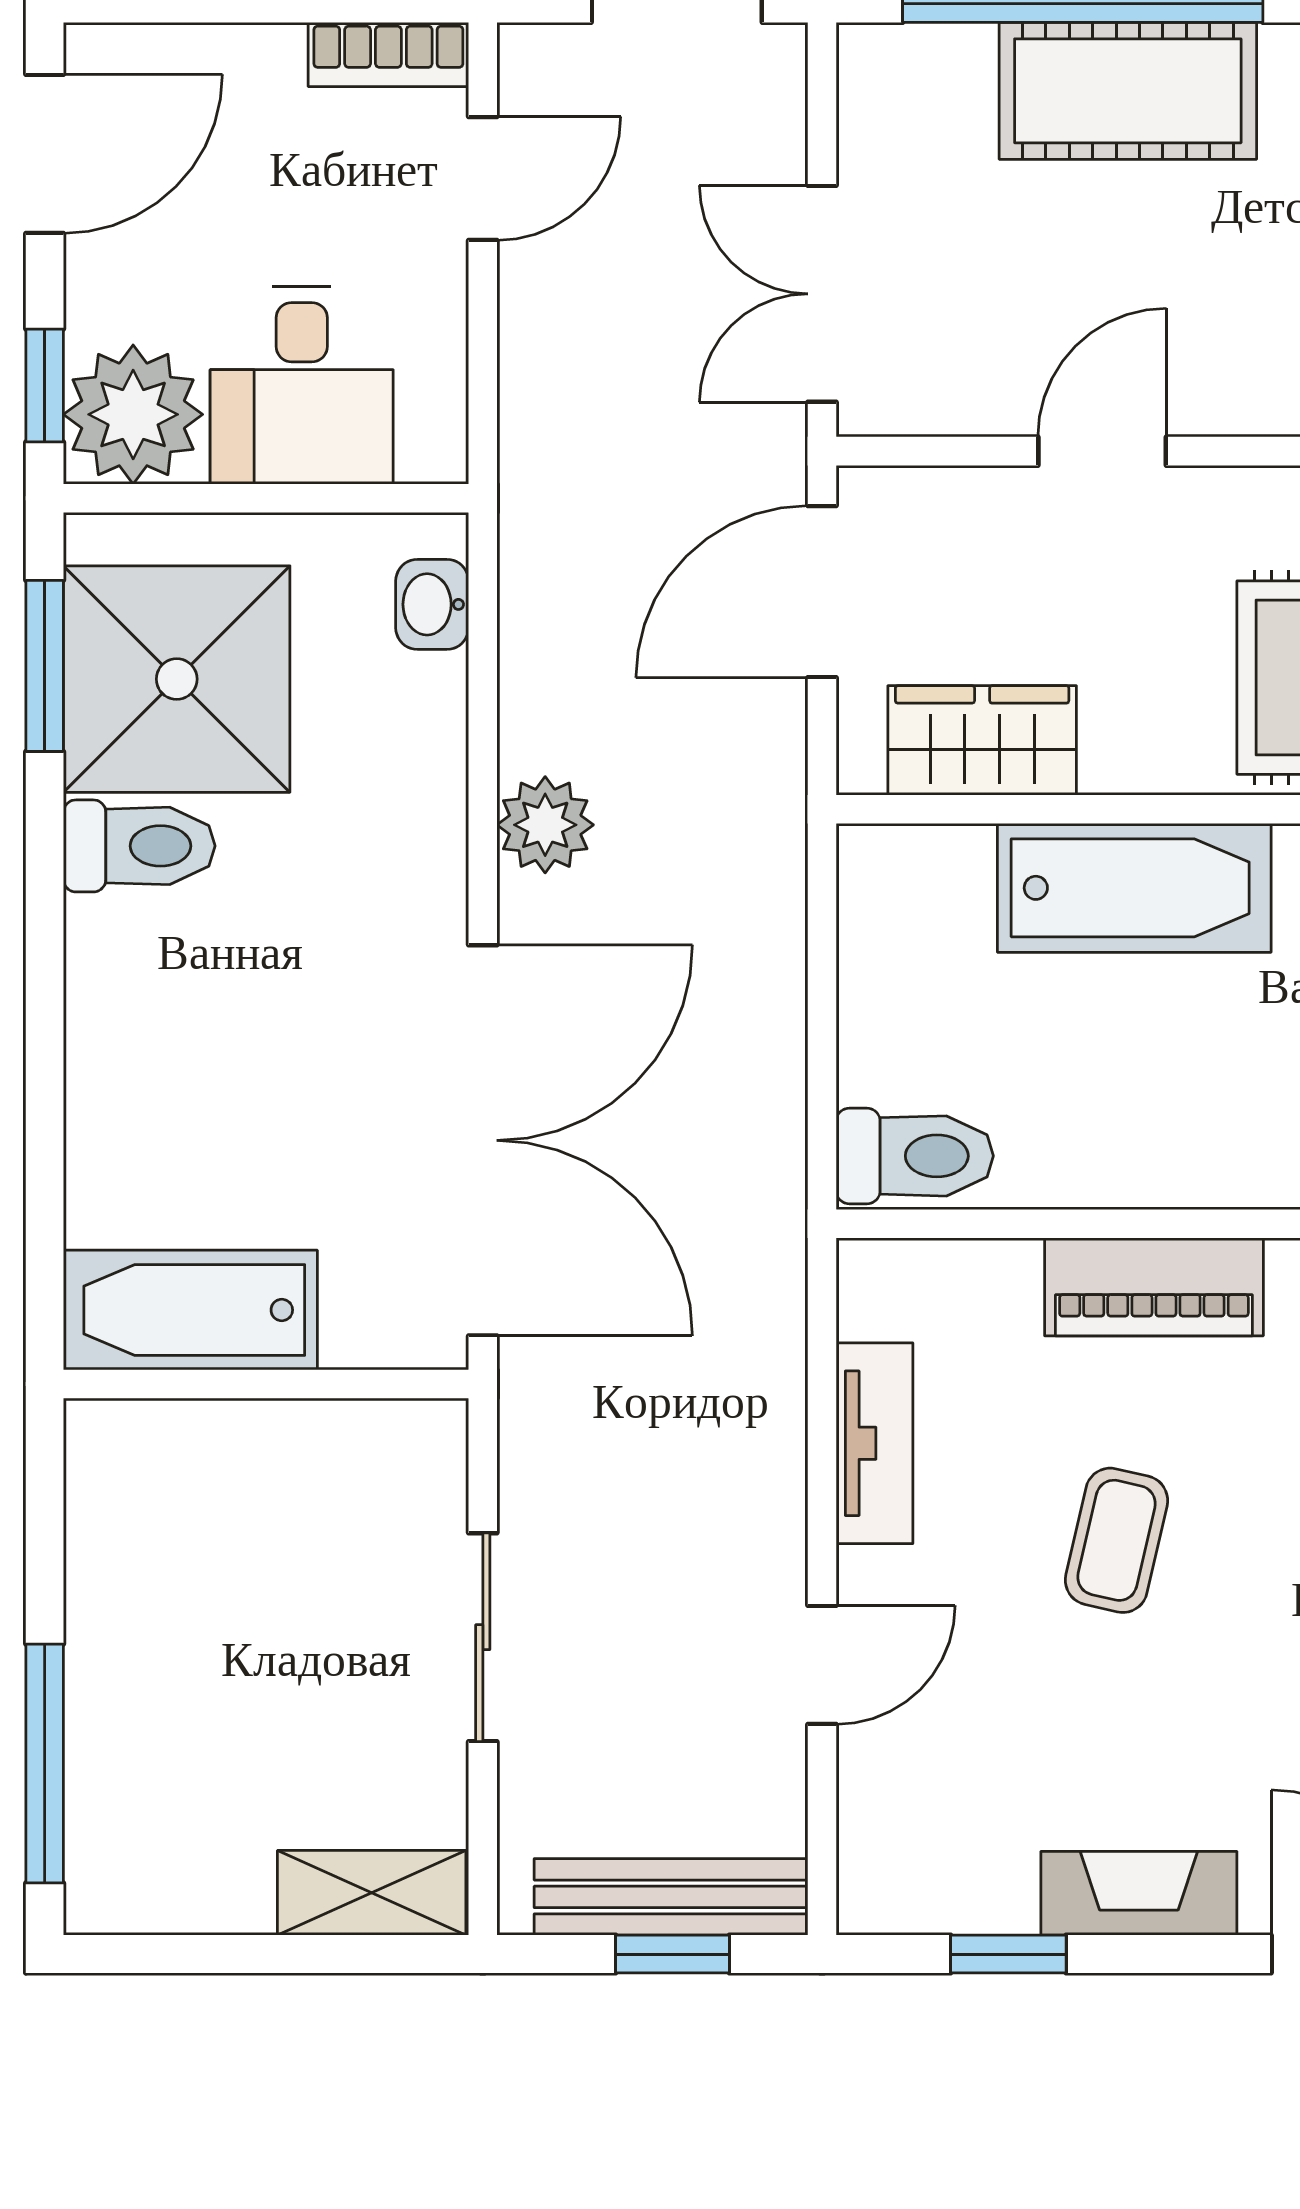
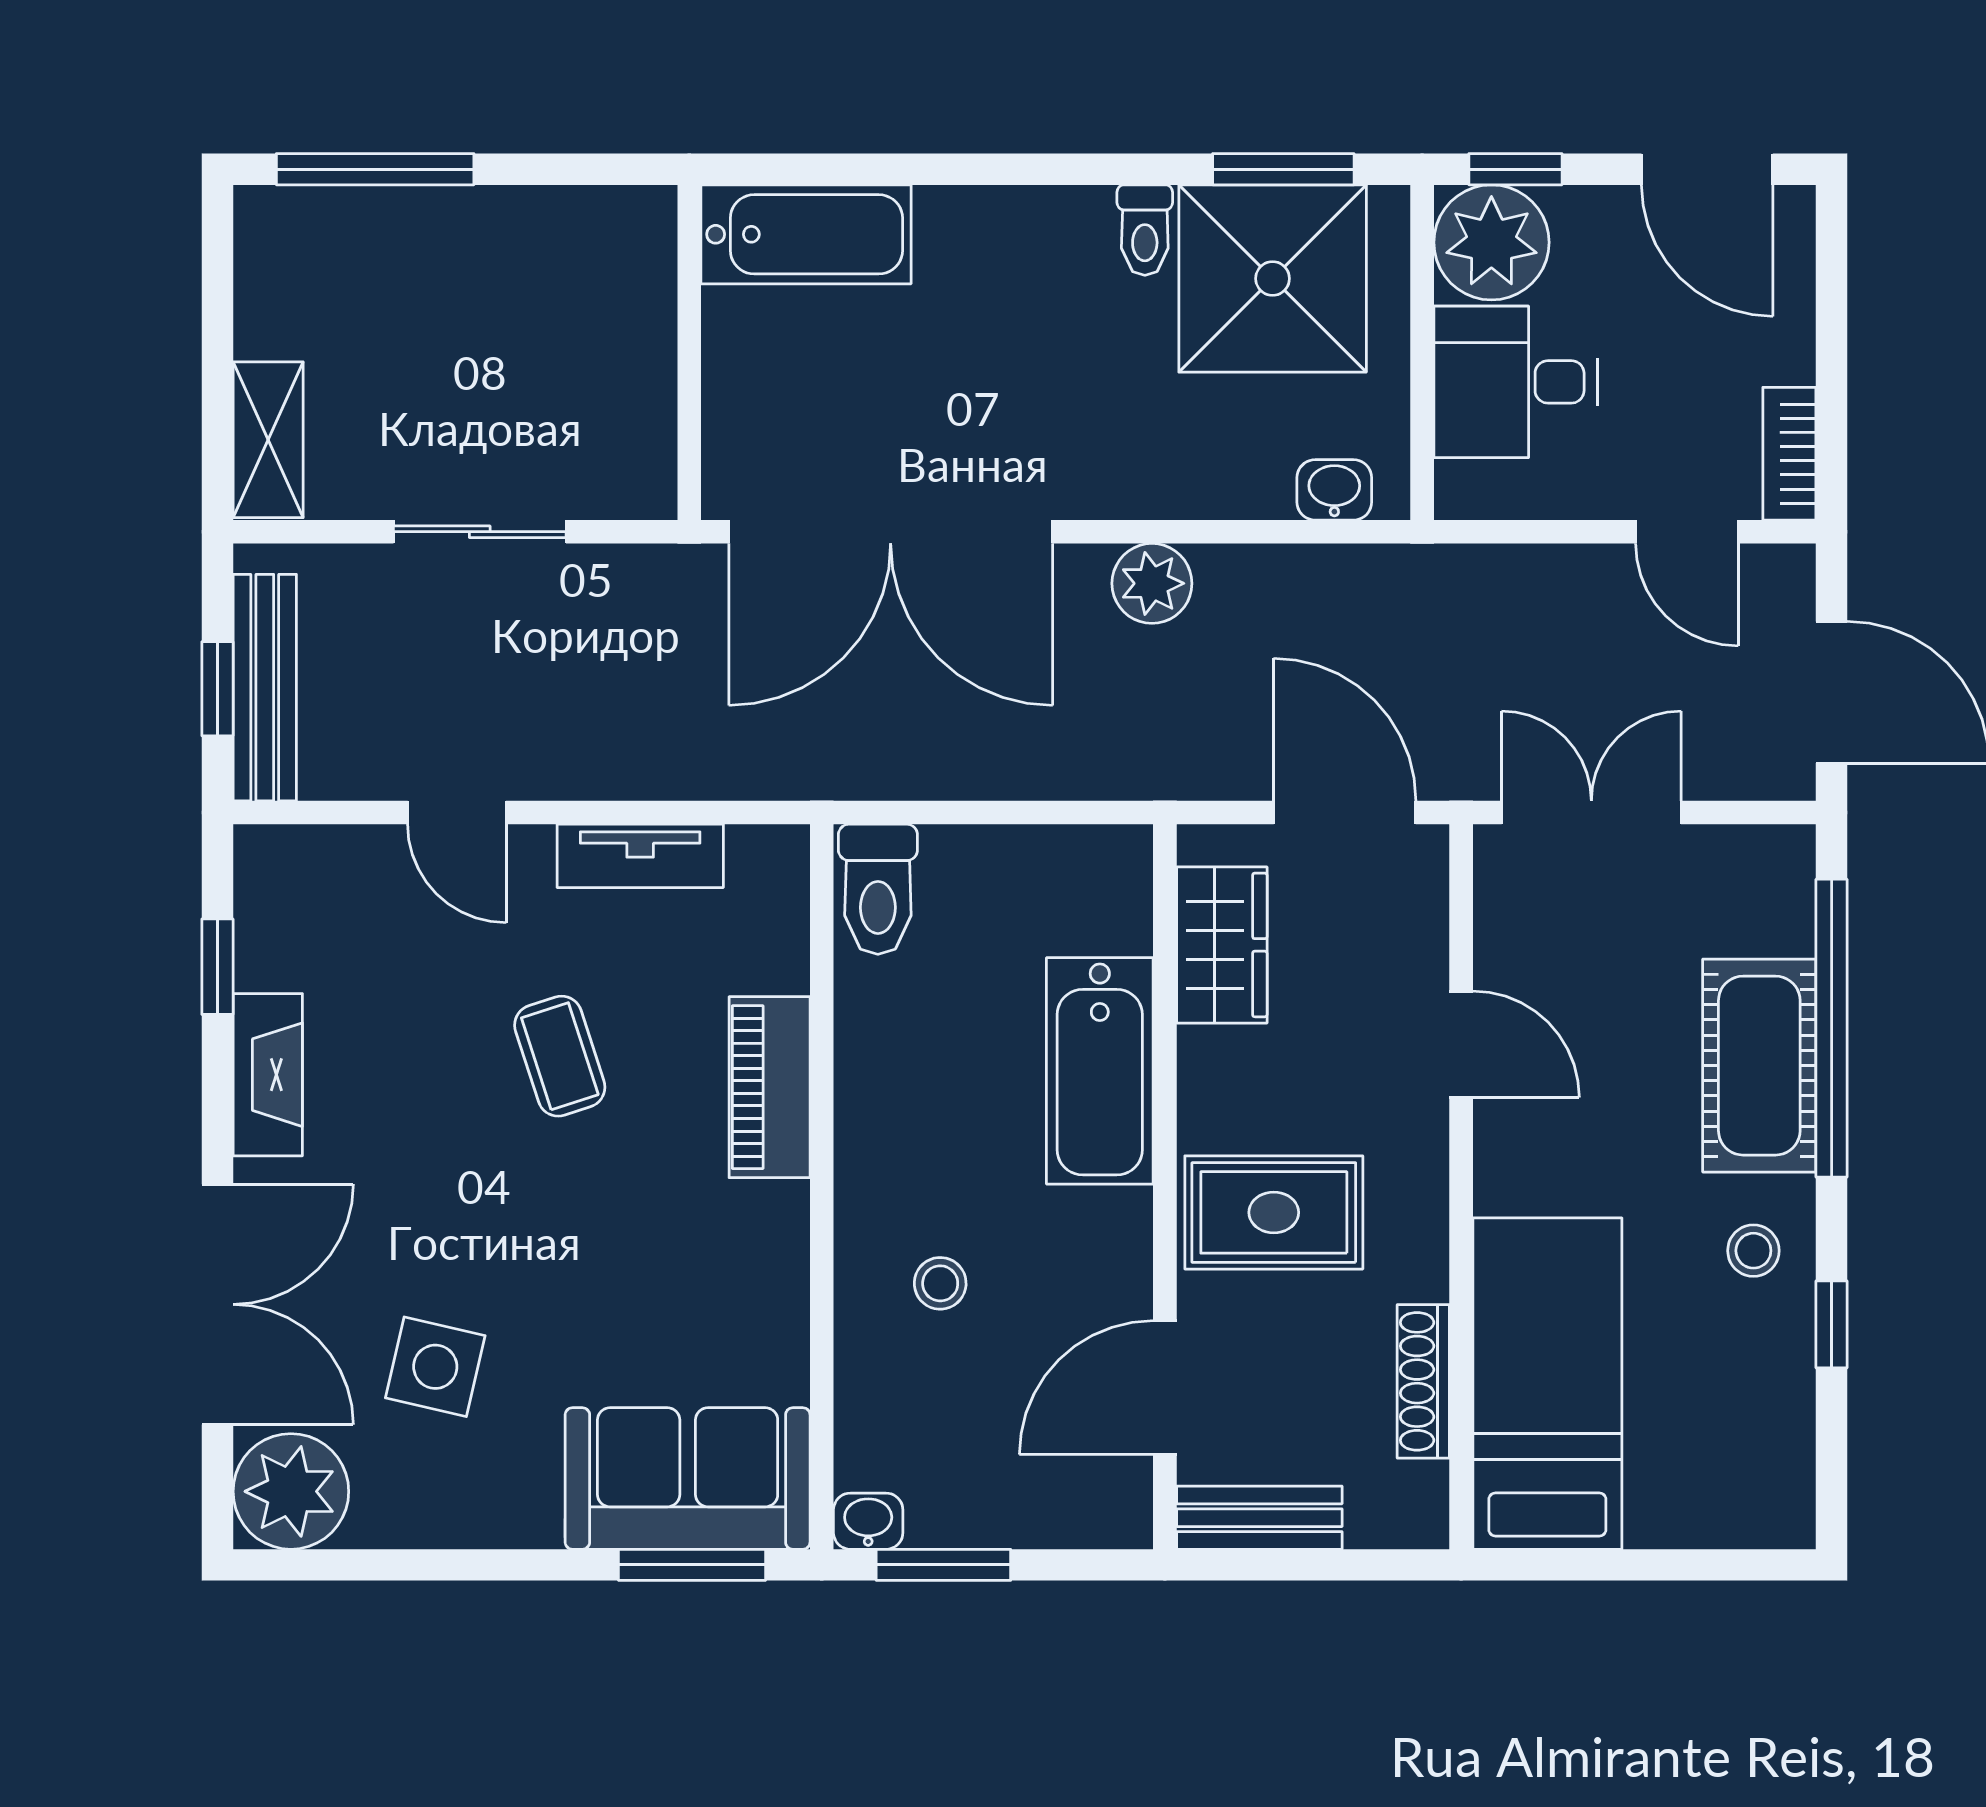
toilet: (139, 846) -> (1145, 230), width x0.73, depth x0.72
bathtub: (190, 1310) -> (806, 234), moved, turned 90
coffee table: (1117, 1540) -> (560, 1056), turned 59

